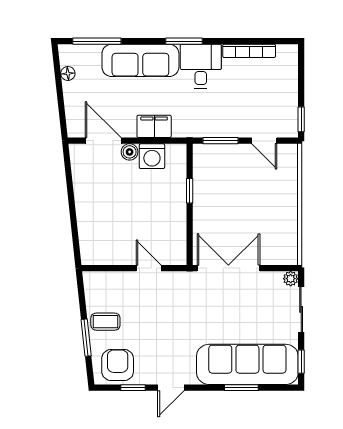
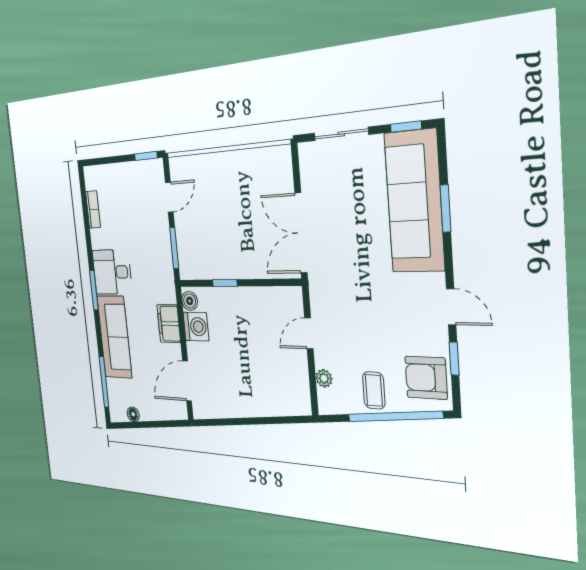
bookcase: (249, 51) -> (93, 209), width x0.64
boiler: (130, 152) -> (190, 301), moved
plant: (291, 279) -> (324, 378), moved
window: (86, 338) -> (395, 416), width x2.11

